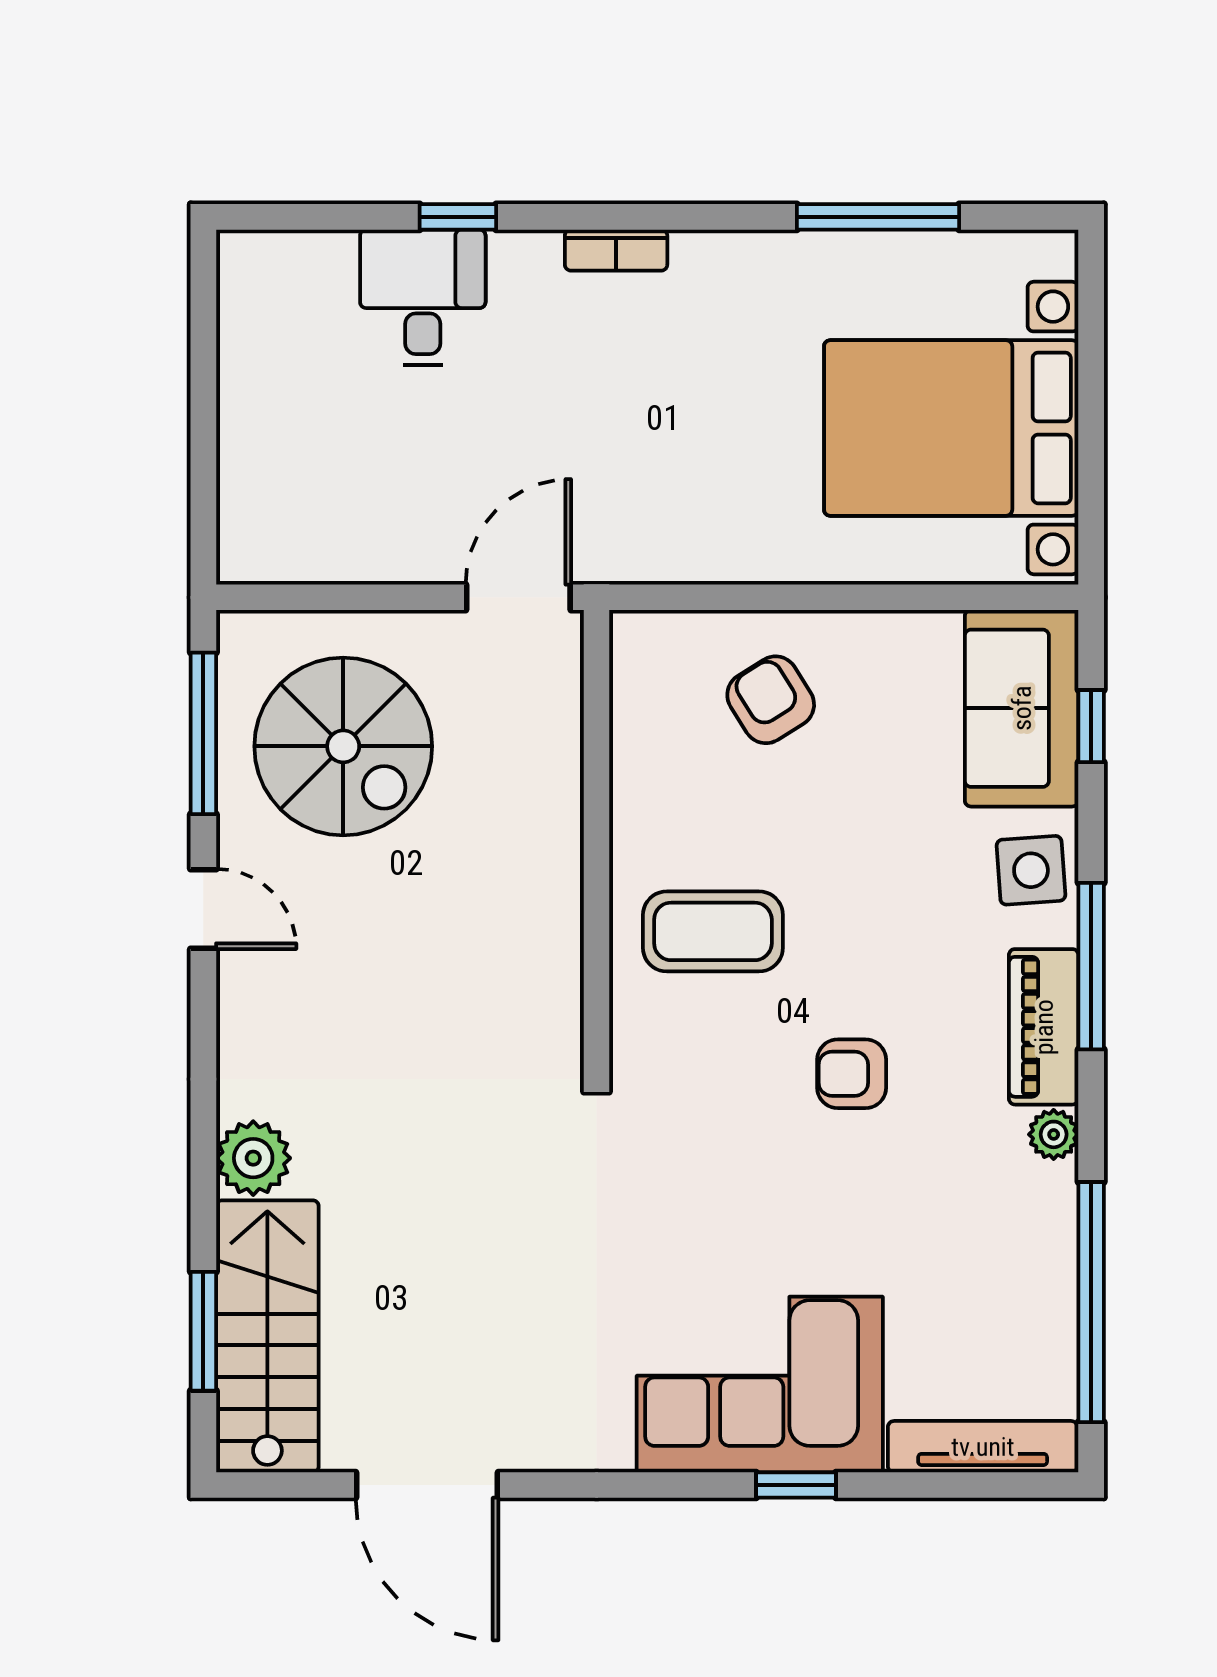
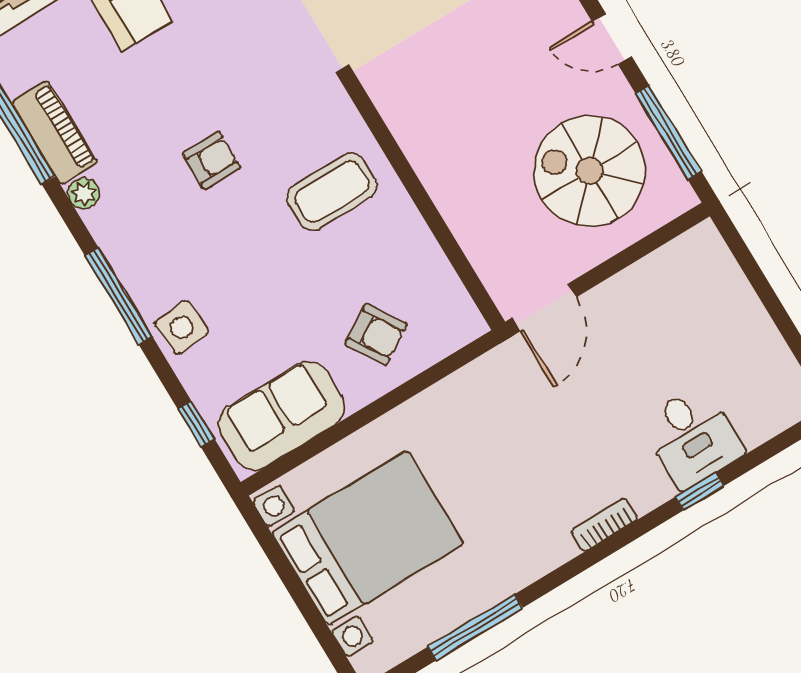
sofa: (1022, 708) -> (281, 416), moved, turned -90
piano: (1044, 1027) -> (54, 133), moved

